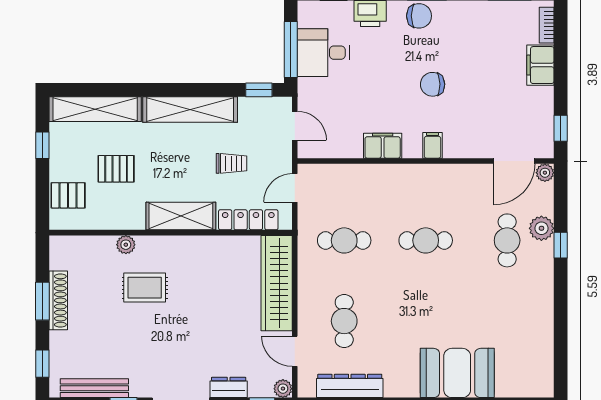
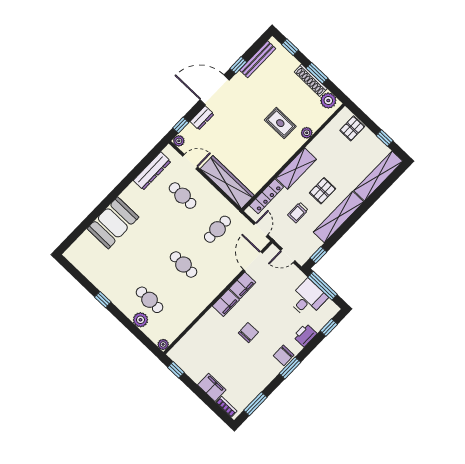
filing cabinet: (433, 145) -> (226, 303), width x2.00
door: (514, 161) -> (253, 261), moved
pallet: (116, 169) -> (323, 191), moved
cafe table: (426, 240) -> (183, 264), turned 90
window: (561, 245) -> (103, 300), moved
plant: (62, 256) -> (328, 101), added
rug: (145, 288) -> (280, 123), turned 90

